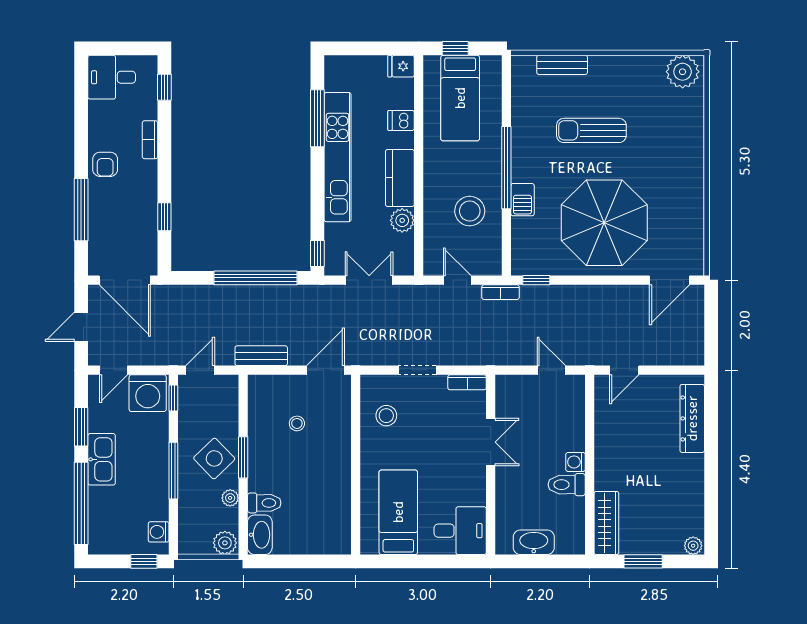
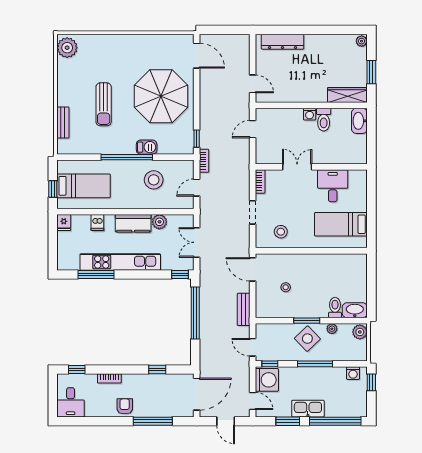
armchair: (105, 164) -> (125, 406), turned -90
desk: (460, 531) -> (333, 186), moved
washbasin: (534, 542) -> (359, 121), moved

